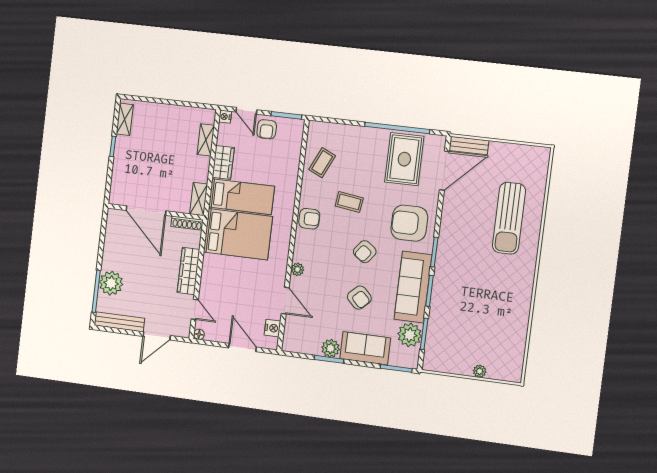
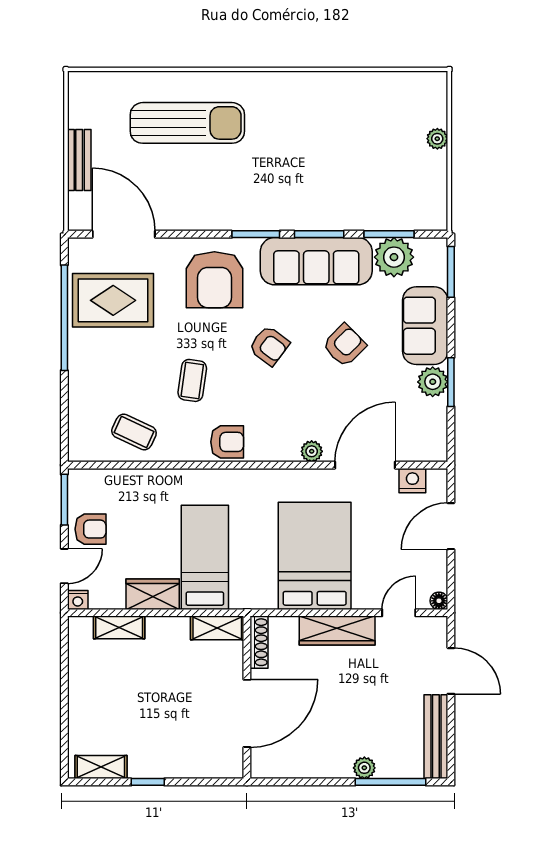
bench: (469, 145) -> (79, 160), moved
armchair: (309, 219) -> (227, 442), turned 90
bed: (238, 234) -> (315, 556), moved
plant: (111, 283) -> (364, 768), width x0.53, depth x0.53
door: (285, 301) -> (365, 465), width x1.36

